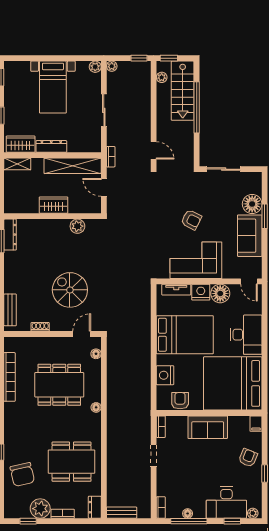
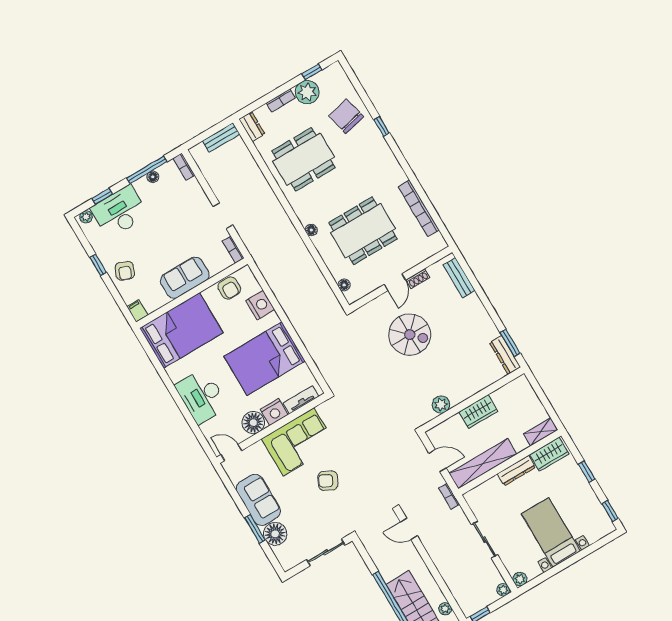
door: (82, 334) -> (395, 282), moved
bed: (233, 383) -> (181, 330), width x0.73

